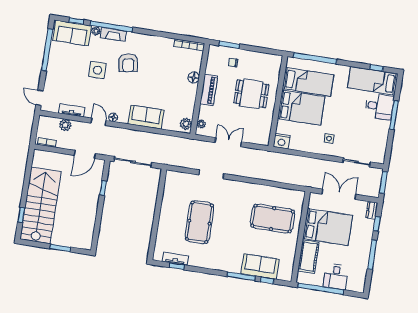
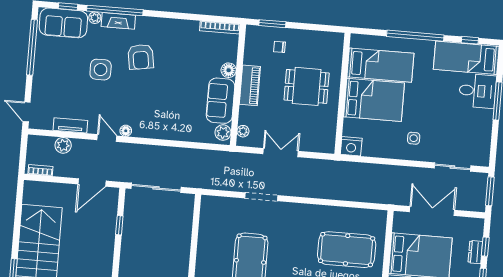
window: (315, 58) -> (415, 36), moved
sofa: (146, 117) -> (220, 101), moved, turned -90
dresser: (372, 210) -> (475, 252), moved

